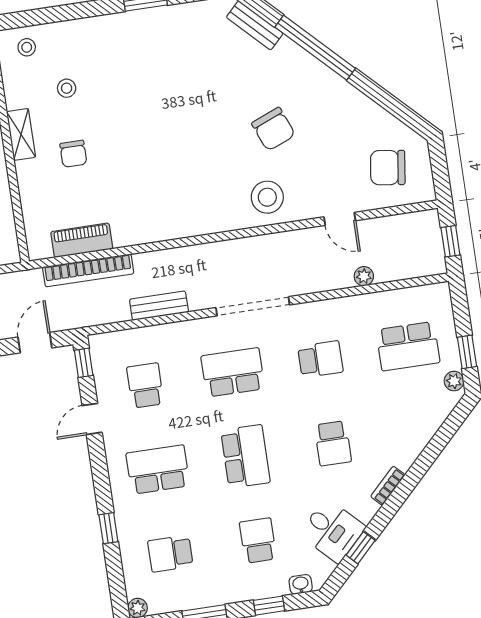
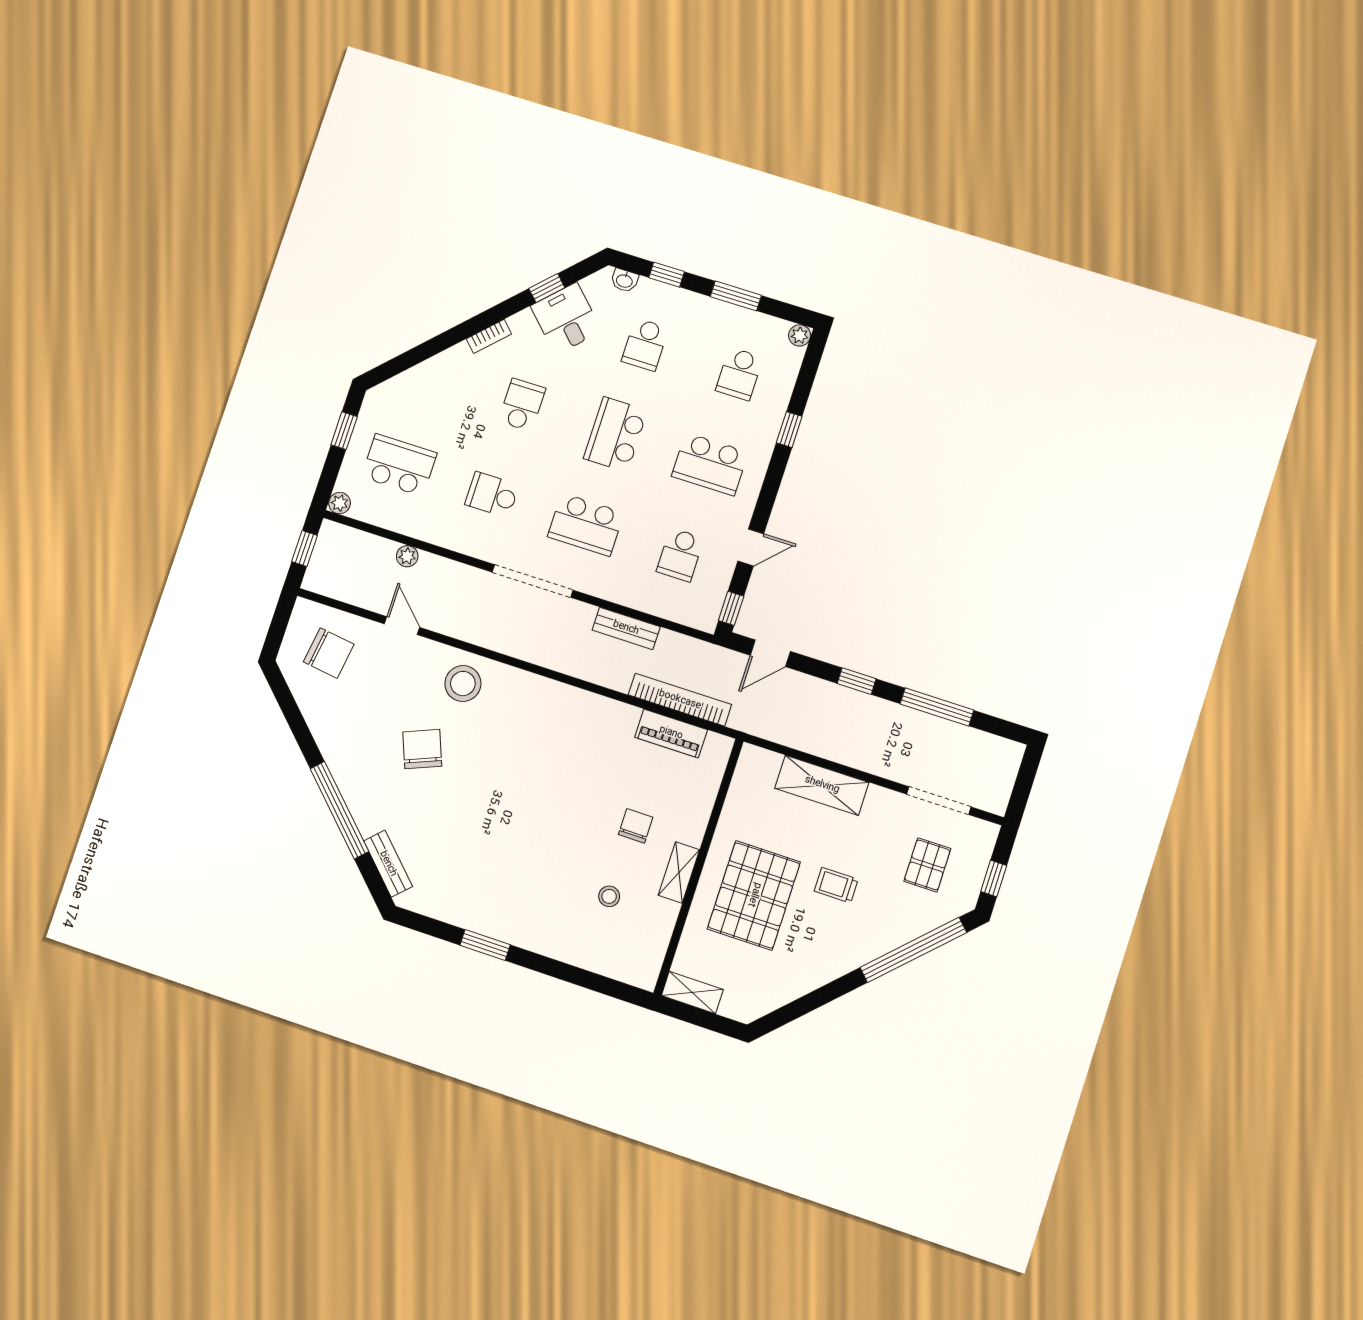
stool: (27, 47) -> (629, 959), removed
plant: (454, 381) -> (340, 503), moved
school desk: (170, 554) -> (739, 374), turned 90

